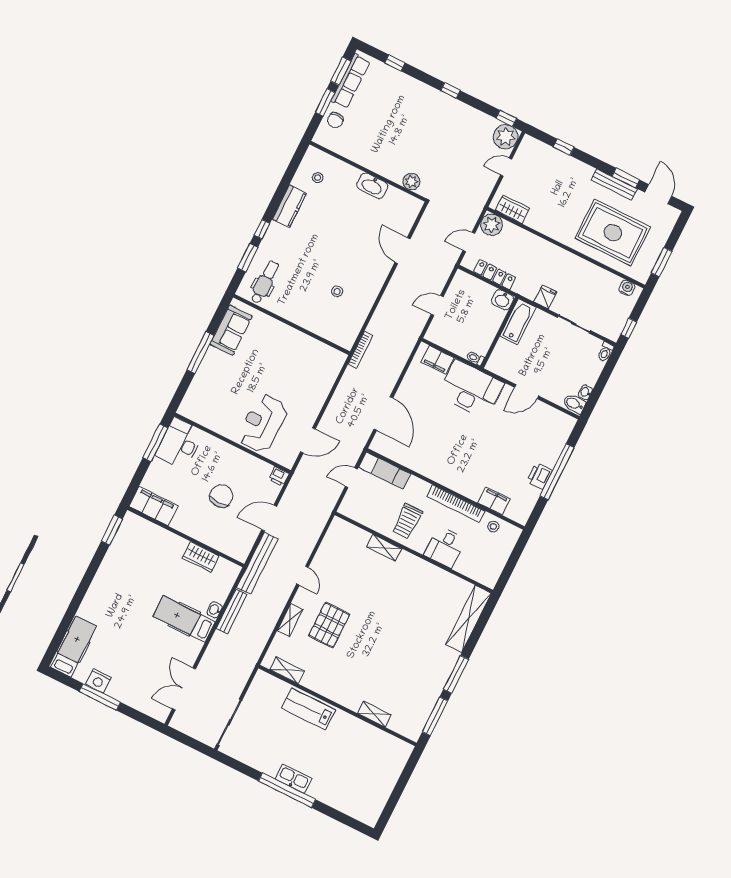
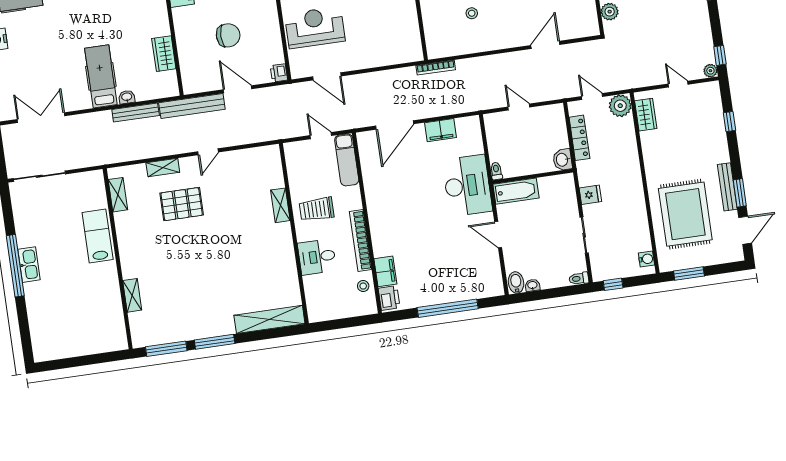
plant: (506, 137) -> (710, 71), width x0.53, depth x0.53
bathtub: (518, 322) -> (516, 191), moved
filing cabinet: (437, 360) -> (440, 130), moved, turned -90
printer: (540, 476) -> (389, 298), moved, turned 90

